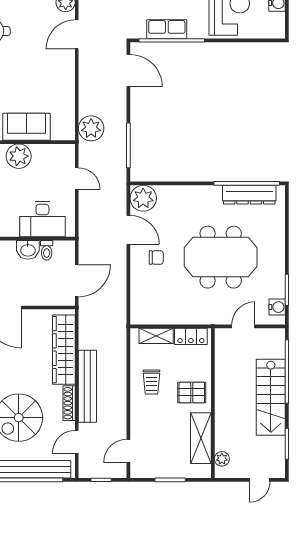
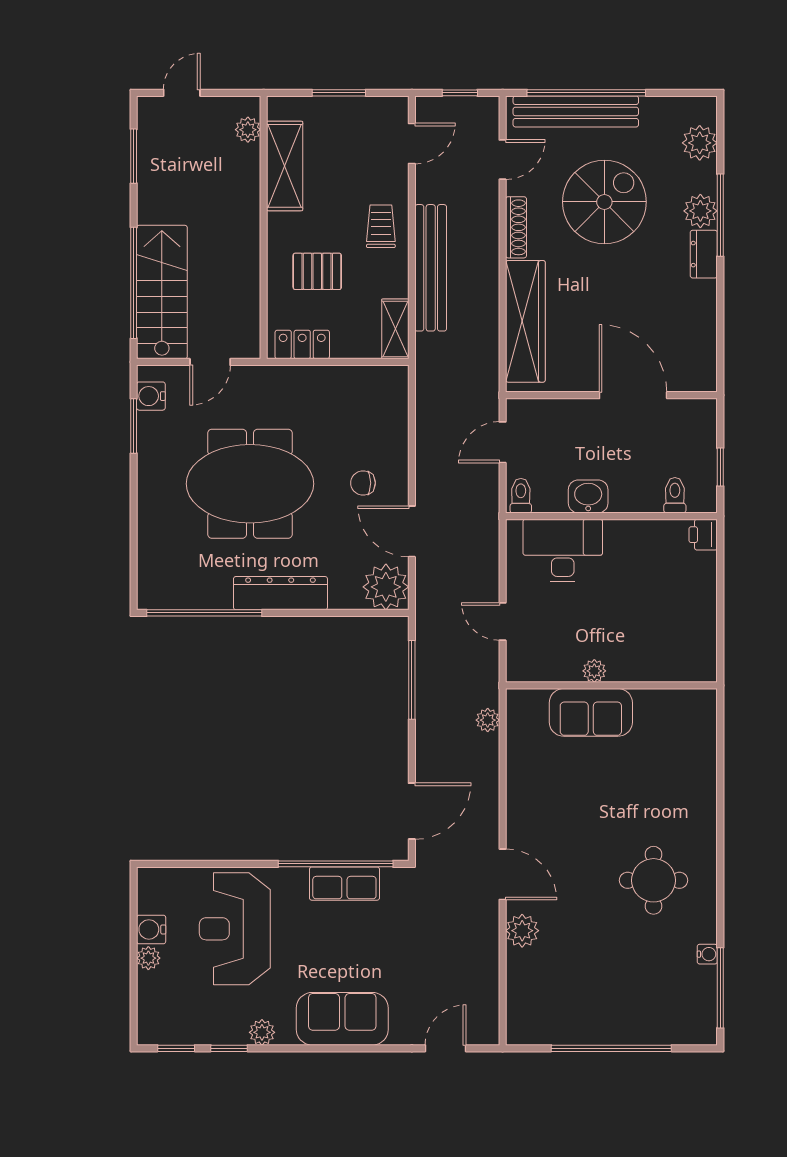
door: (77, 34) -> (503, 874), hinge flipped
door: (128, 71) -> (412, 811), swing flipped
plant: (91, 128) -> (488, 720), width x0.53, depth x0.53
plant: (19, 156) -> (594, 671), width x0.53, depth x0.53
dresser: (249, 195) -> (280, 593), moved
toilet: (47, 250) -> (521, 496), moved
door: (77, 281) -> (503, 442), width x0.73
shelving: (156, 336) -> (395, 329), moved, turned 90
trolley: (152, 382) -> (381, 226), moved
bench: (87, 386) -> (431, 268), moved
pallet: (192, 392) -> (317, 271), moved
stairs: (271, 397) -> (162, 292), moved

